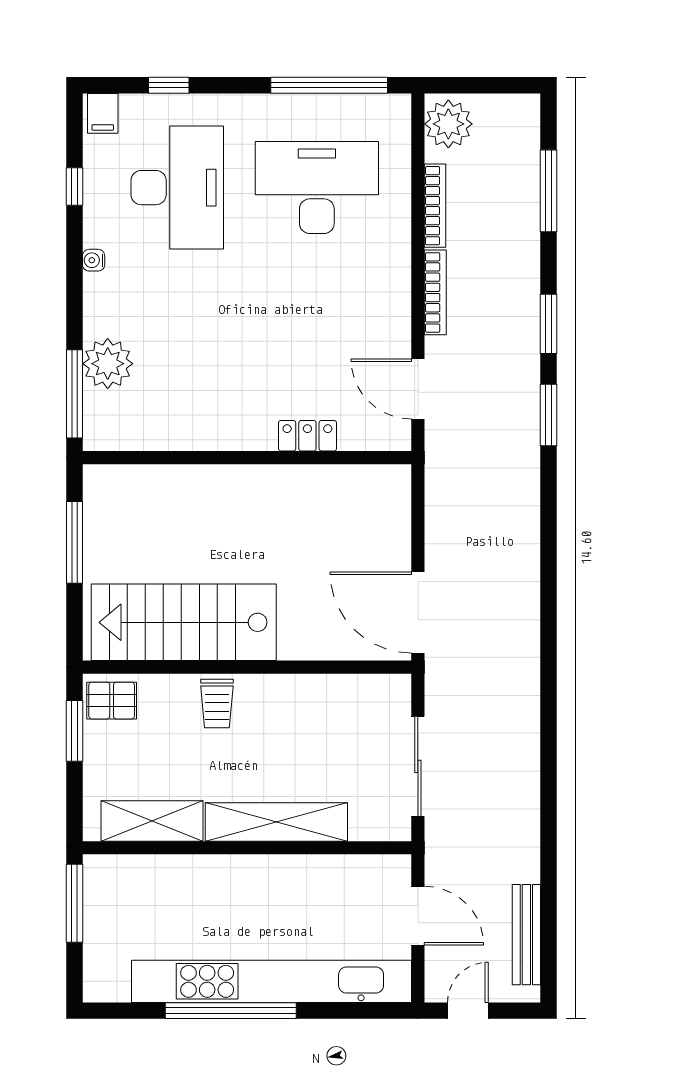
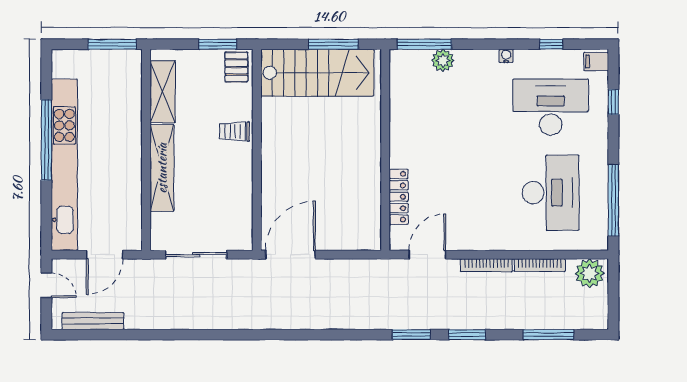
desk: (177, 188) -> (551, 107), turned 180
plant: (108, 364) -> (443, 60), width x0.73, depth x0.73
locker: (307, 436) -> (399, 197), width x1.53
stairs: (184, 622) -> (317, 73), moved, turned 90

